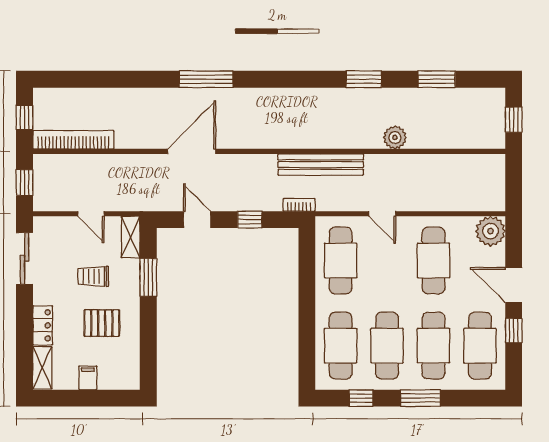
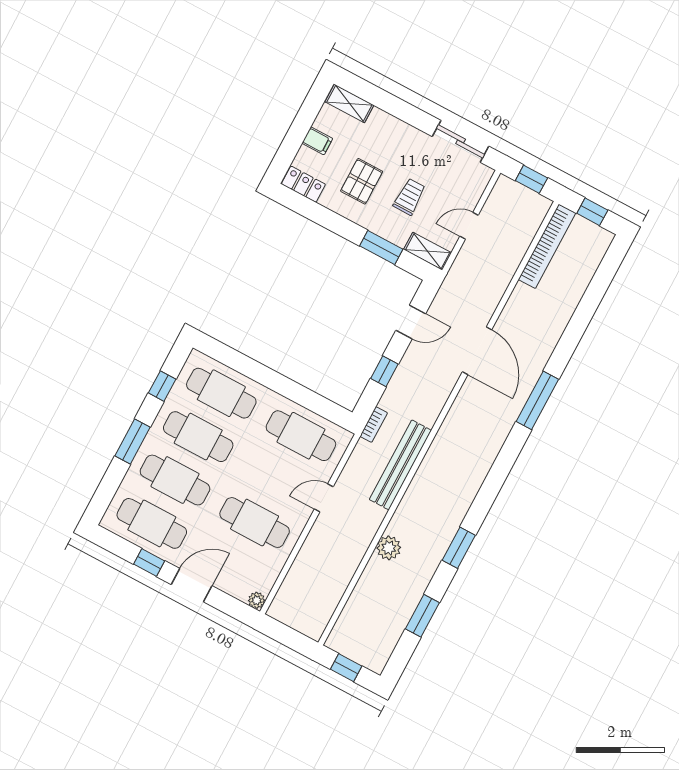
plant: (491, 231) -> (257, 600), width x0.53, depth x0.53
locker: (43, 325) -> (303, 184), moved, turned 180

